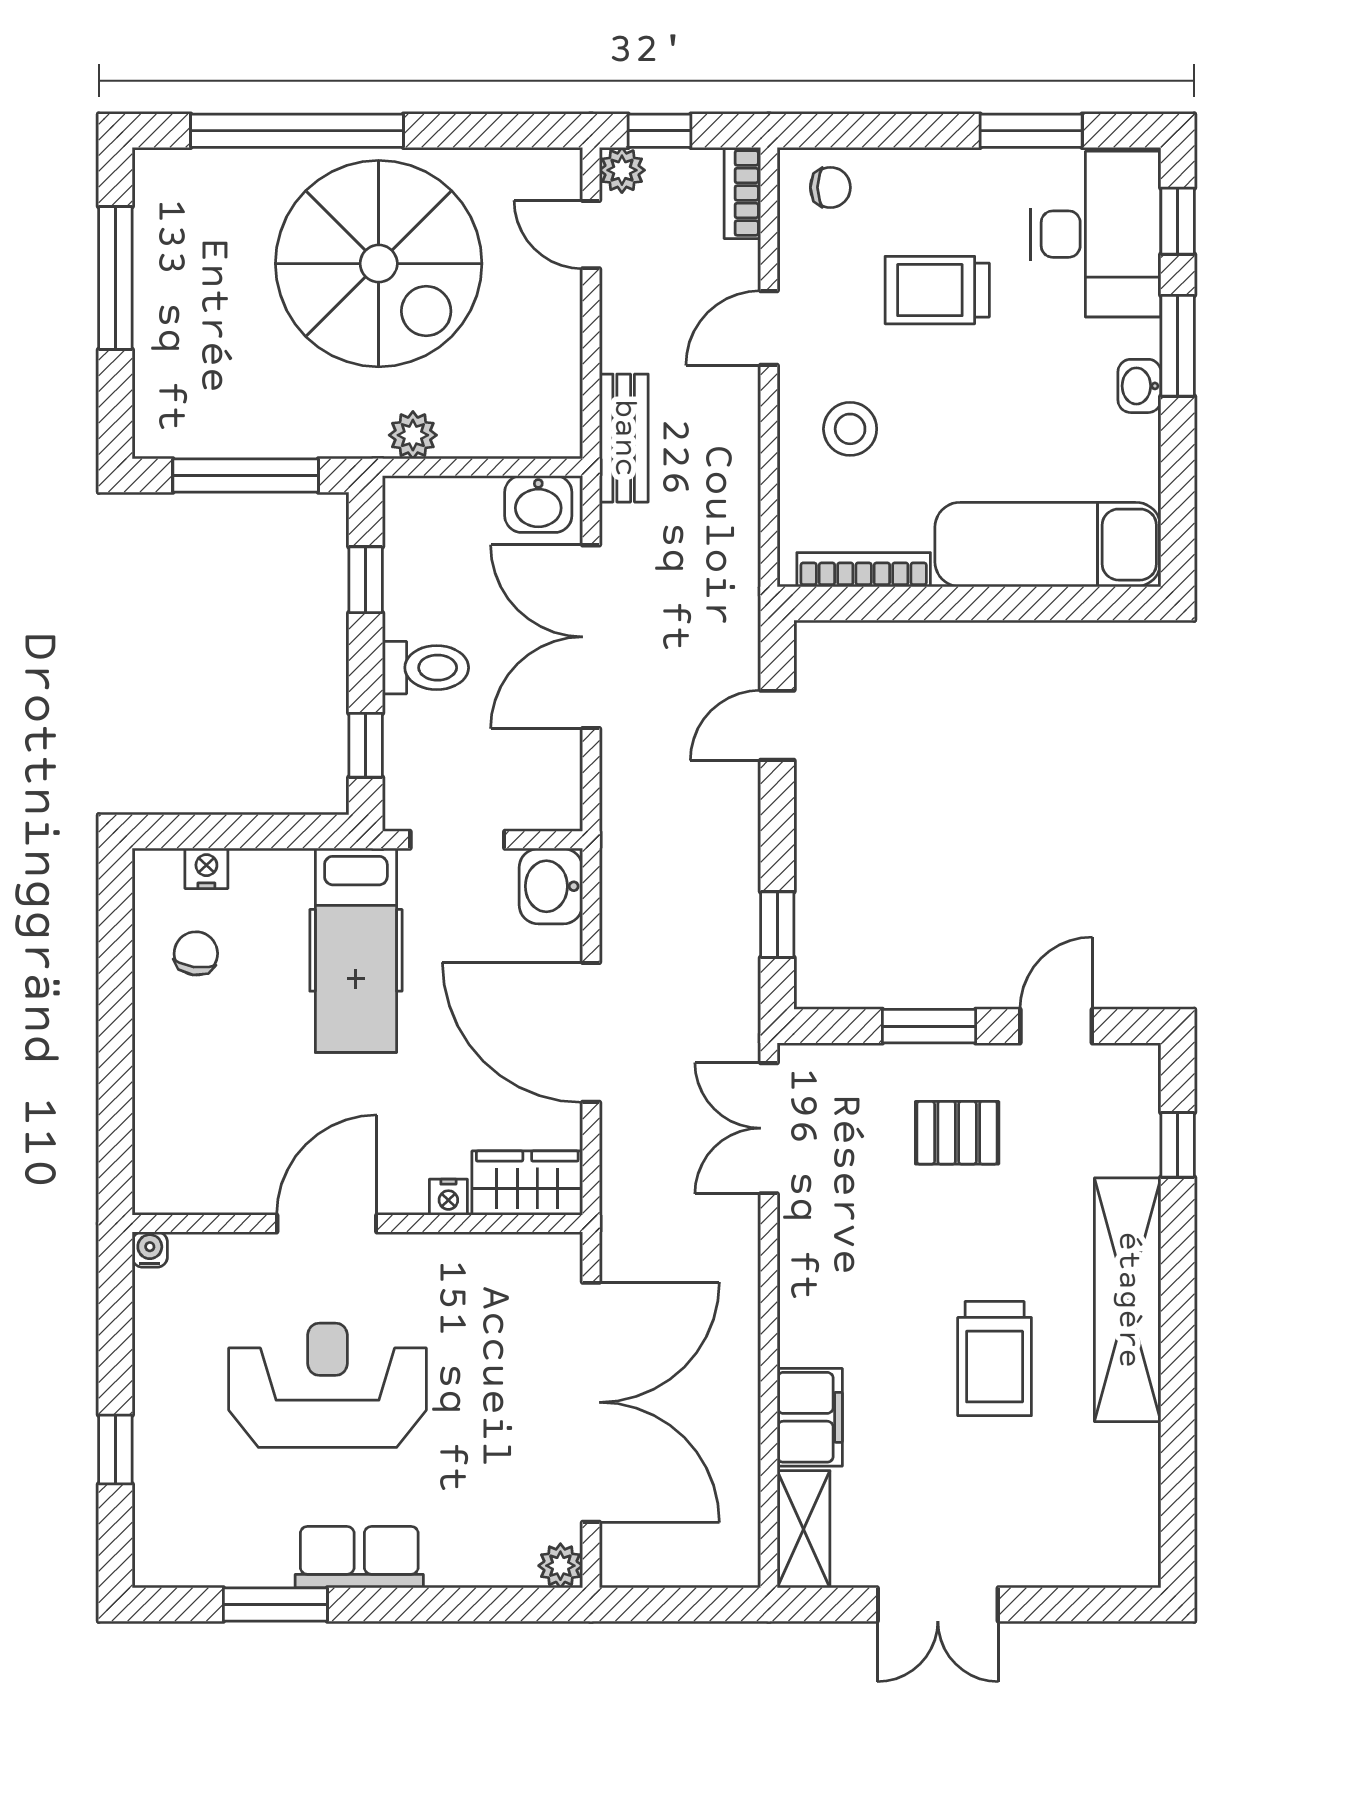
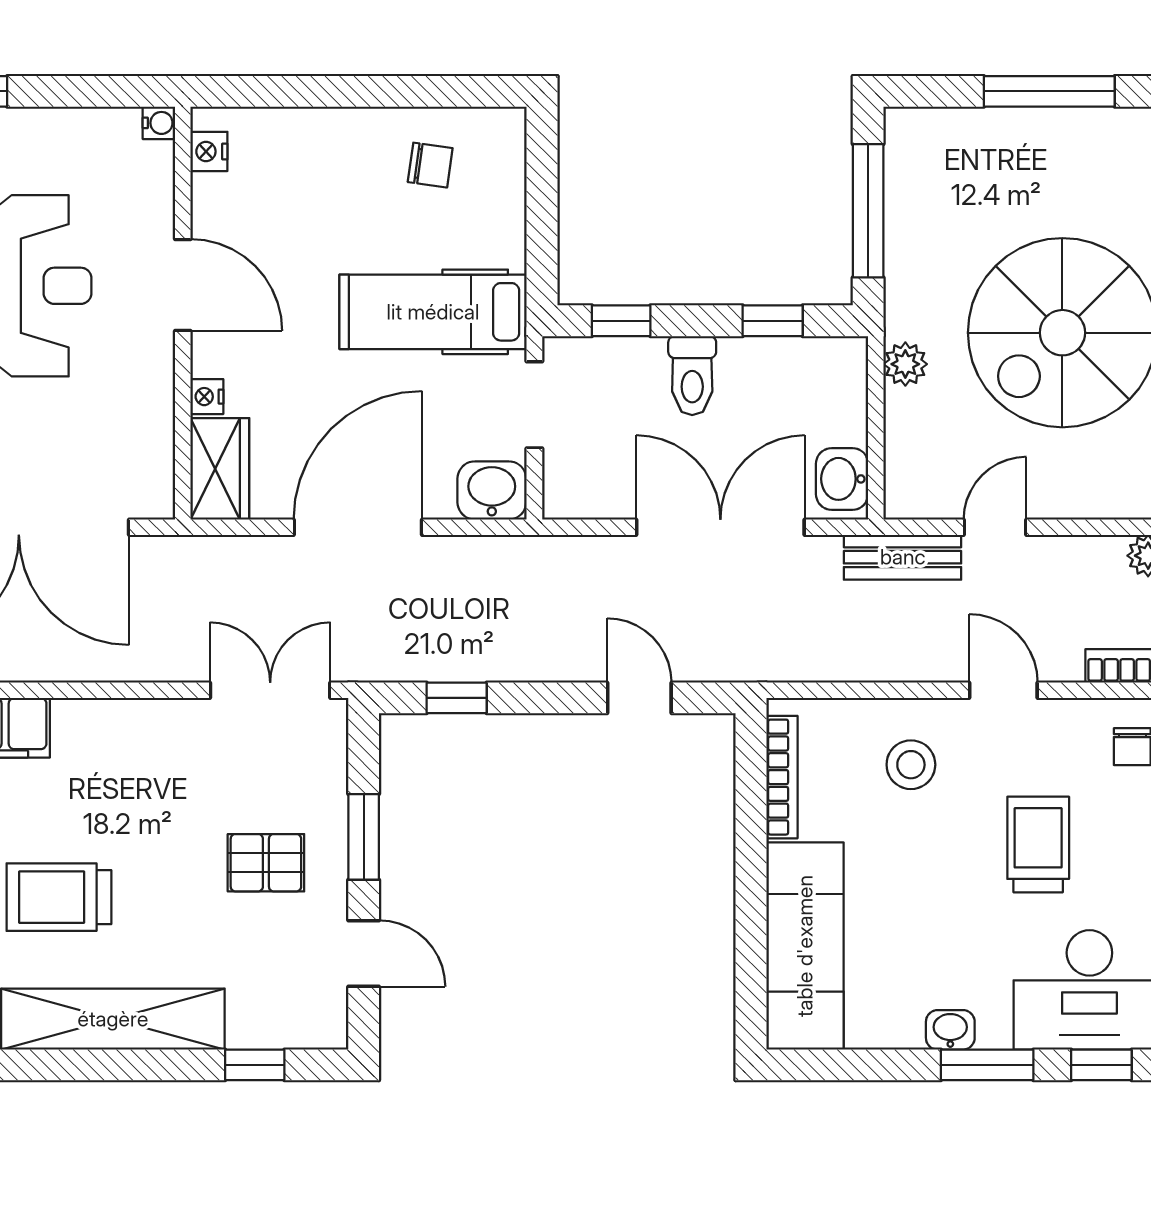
door: (591, 235) -> (995, 527), moved
nightstand: (206, 868) -> (209, 151), moved, turned 180
pallet: (957, 1133) -> (266, 863), turned 90

